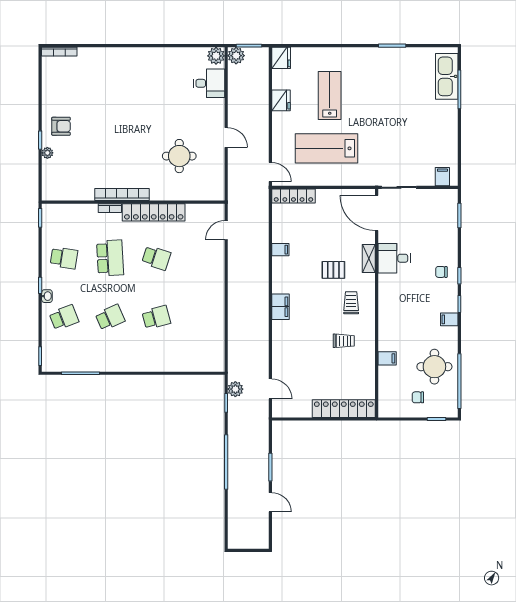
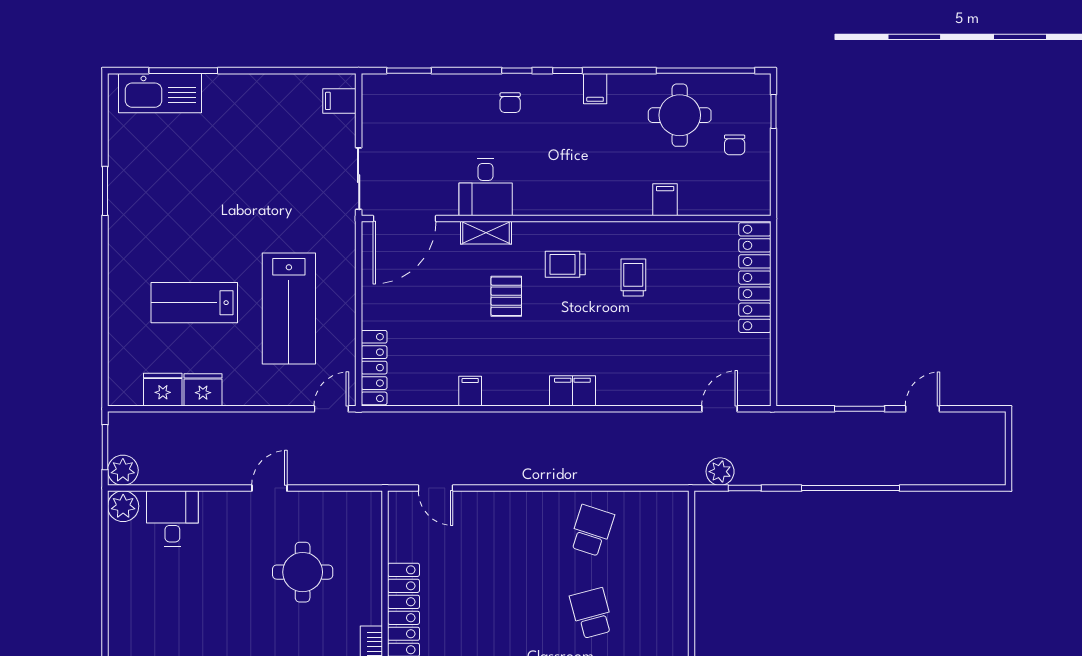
fridge: (281, 58) -> (163, 390), moved
school desk: (156, 258) -> (592, 531), moved

